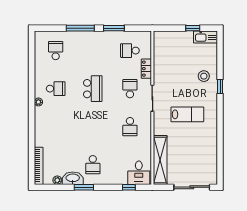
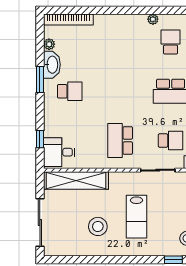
school desk: (56, 89) -> (171, 42), turned 180
school desk: (130, 127) -> (120, 141), width x1.85
stool: (195, 144) -> (98, 226), added
school desk: (93, 165) -> (70, 91), turned 180

